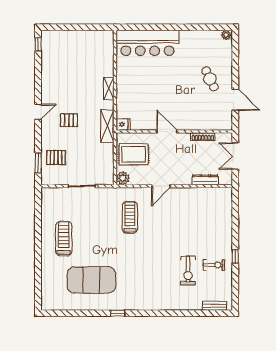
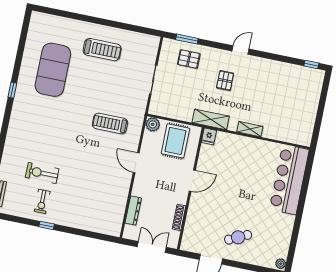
door: (38, 112) -> (240, 50), swing flipped
pallet: (56, 157) -> (189, 59), turned 90
treadmill: (130, 217) -> (110, 123), turned 180

